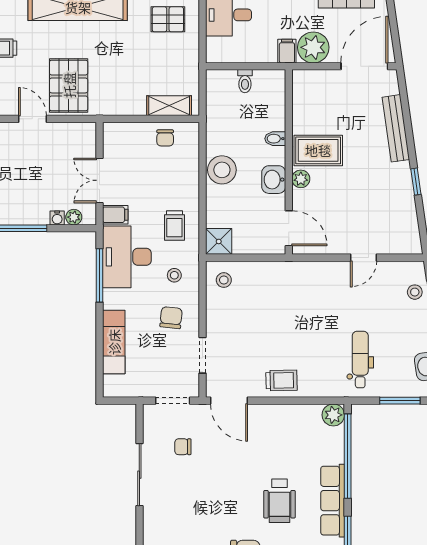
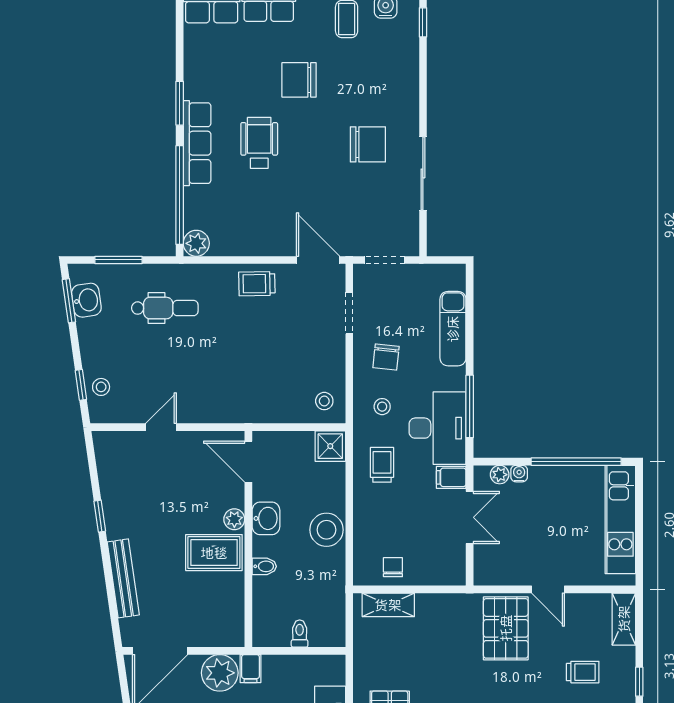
dental chair: (360, 360) -> (165, 308), turned -90
chair: (183, 447) -> (368, 144), moved, width x1.87, depth x1.87

